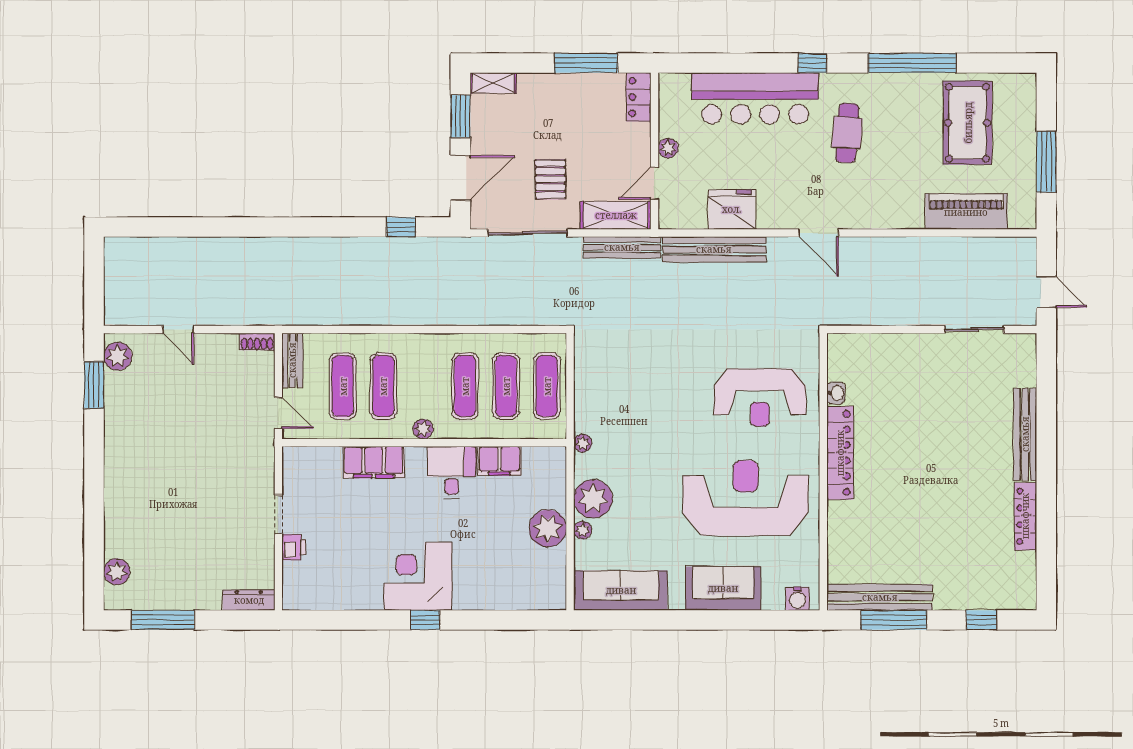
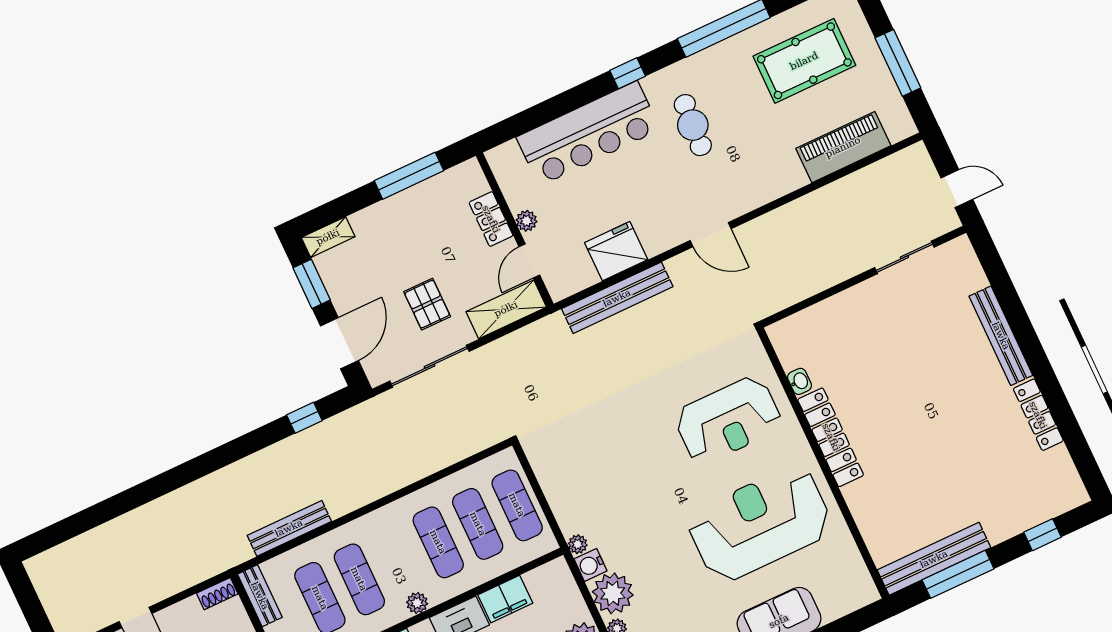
locker: (639, 97) -> (491, 219), moved
pool table: (968, 123) -> (804, 61), turned 90
bench: (622, 247) -> (289, 528), moved
water cooler: (797, 599) -> (591, 565), moved, turned 90

